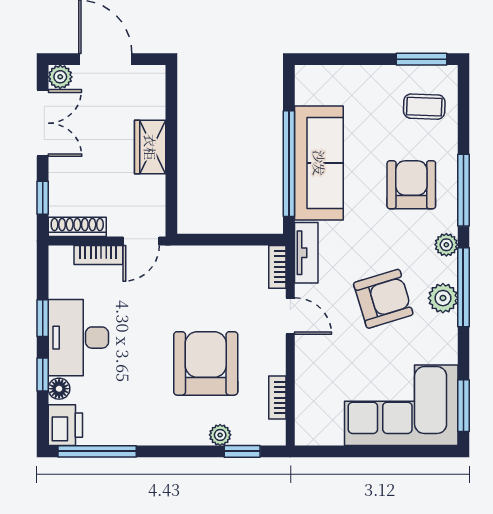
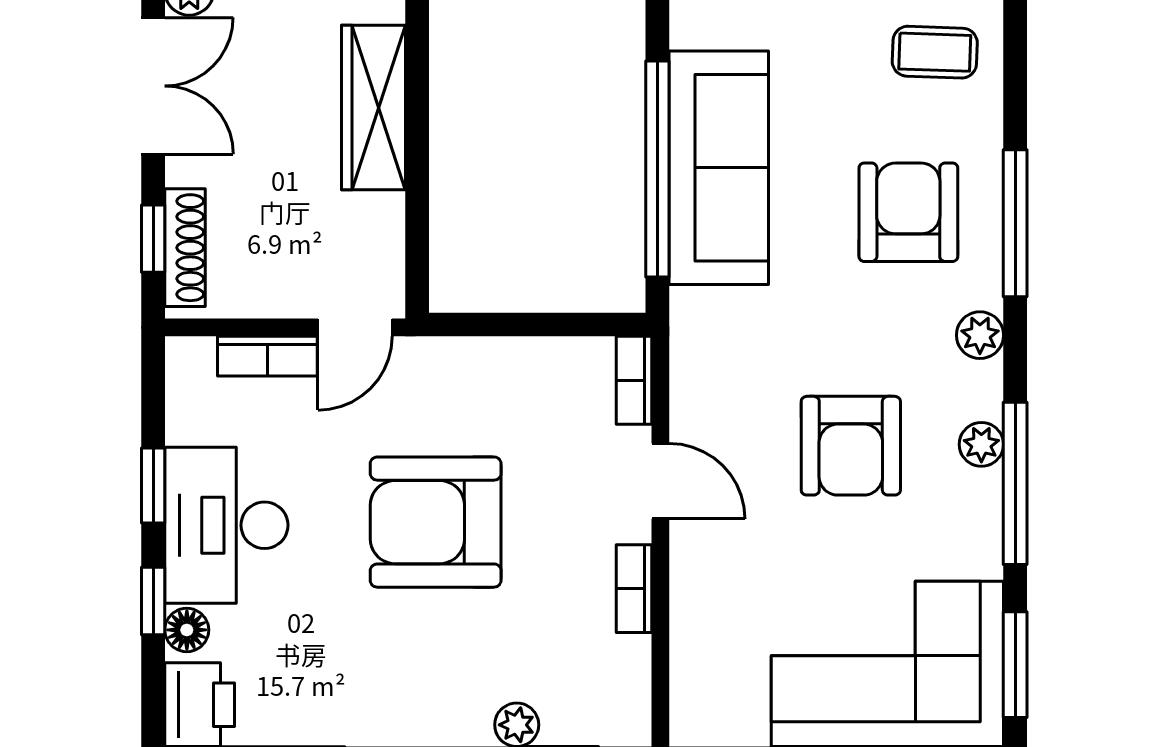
wardrobe: (150, 147) -> (374, 108), width x1.50
shoe rack: (77, 227) -> (185, 248), moved, turned 90
tv unit: (306, 253) -> (693, 351), removed
window: (463, 287) -> (1015, 483), moved
plant: (443, 298) -> (981, 444), width x0.73, depth x0.73
armchair: (383, 299) -> (851, 446), turned 107
armchair: (206, 363) -> (436, 522), moved, turned -90
bookcase: (277, 398) -> (634, 589), moved

